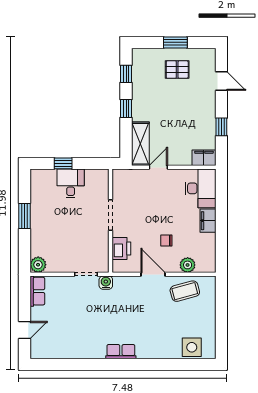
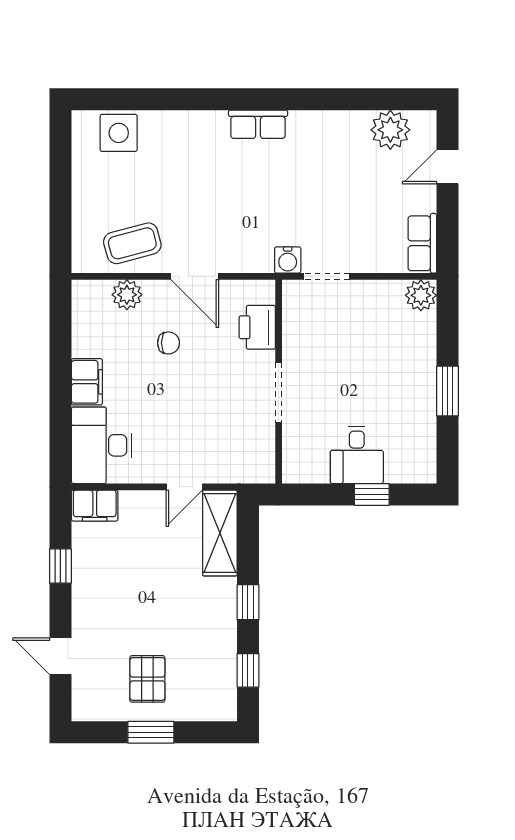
pallet: (177, 70) -> (147, 679), turned 90
plant: (54, 349) -> (390, 130), added

